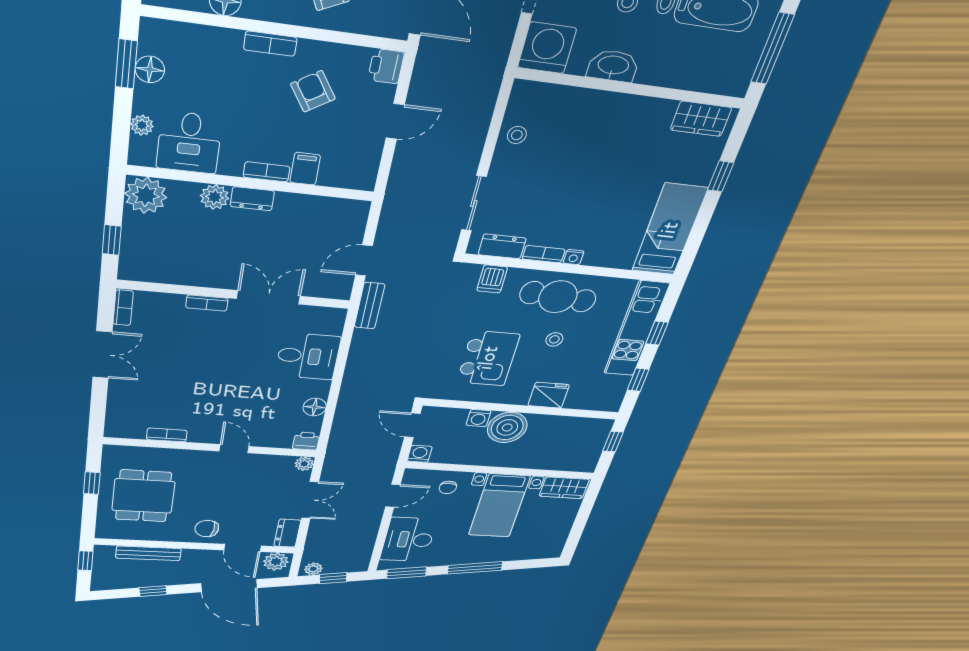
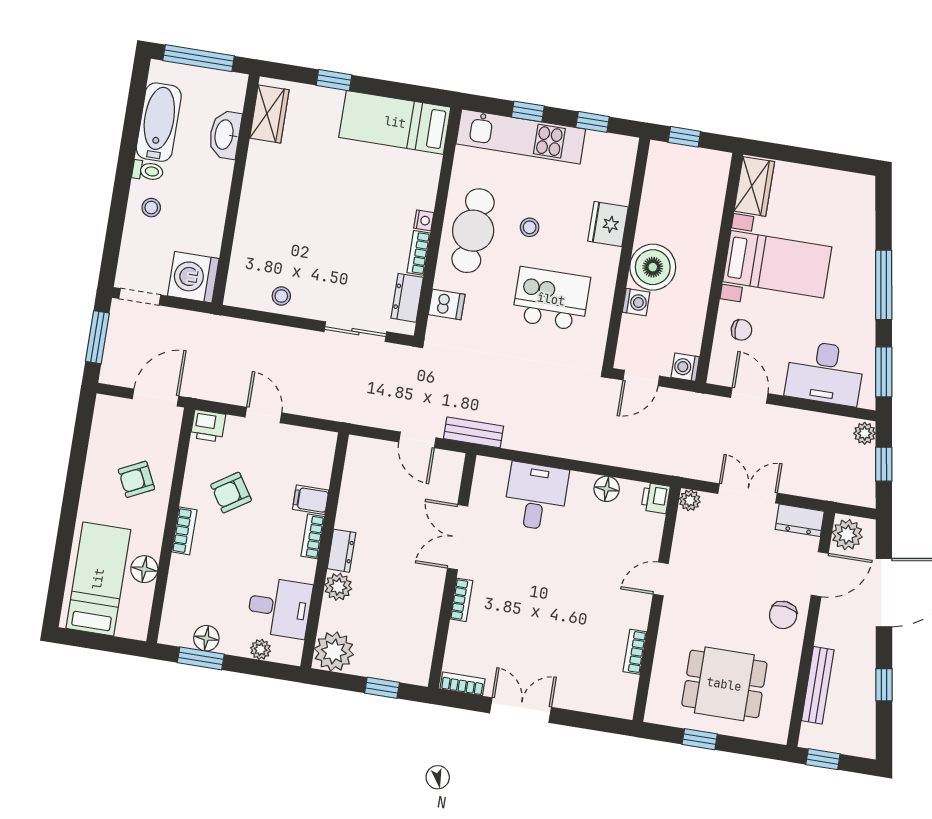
washbasin: (613, 66) -> (225, 135), moved
plant: (313, 569) -> (865, 433), moved

